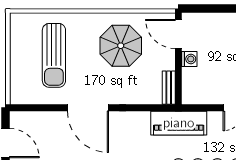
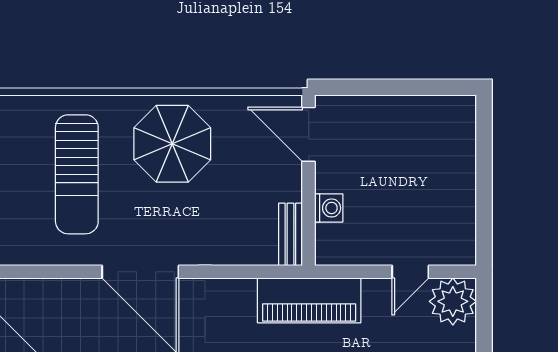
parasol: (121, 46) -> (172, 144), moved
washing machine: (189, 59) -> (329, 208), moved

